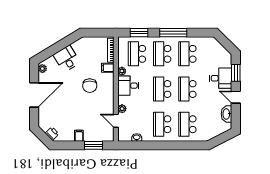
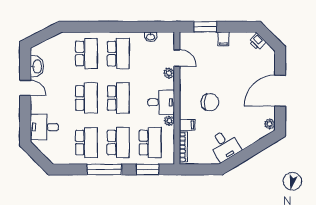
desk: (67, 59) -> (225, 145), moved
window: (236, 73) -> (25, 119), removed
desk: (221, 78) -> (44, 127), moved
chair: (90, 86) -> (210, 102), turned 96

